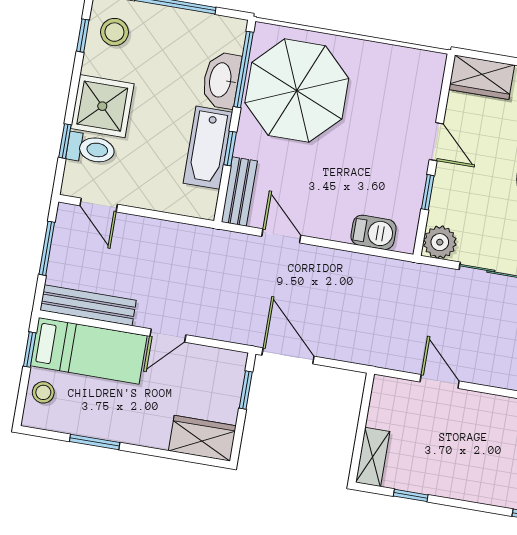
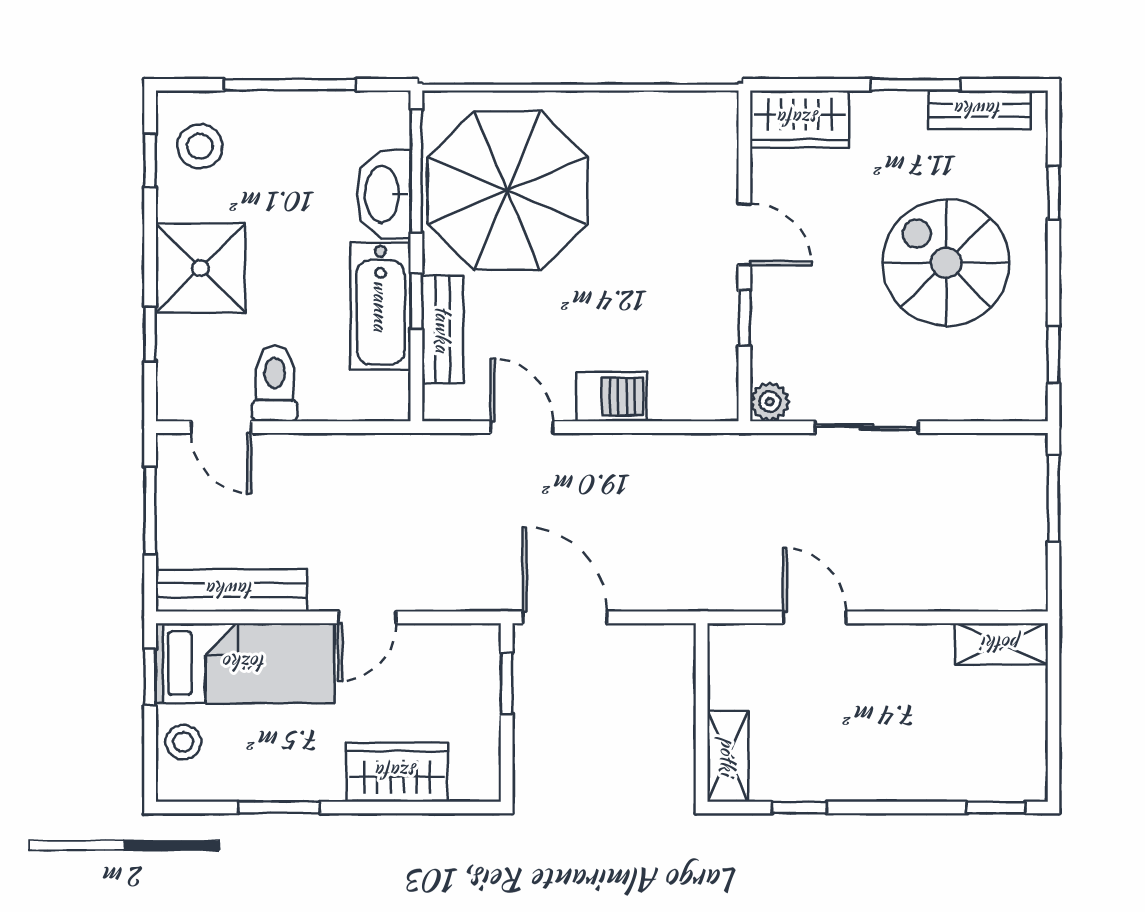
toilet: (91, 149) -> (275, 384), moved, turned -90
bench: (239, 191) -> (443, 329), moved
barbecue: (373, 232) -> (612, 397), moved
plant: (440, 242) -> (770, 402), width x0.73, depth x0.73
wardrobe: (202, 438) -> (397, 772), moved

